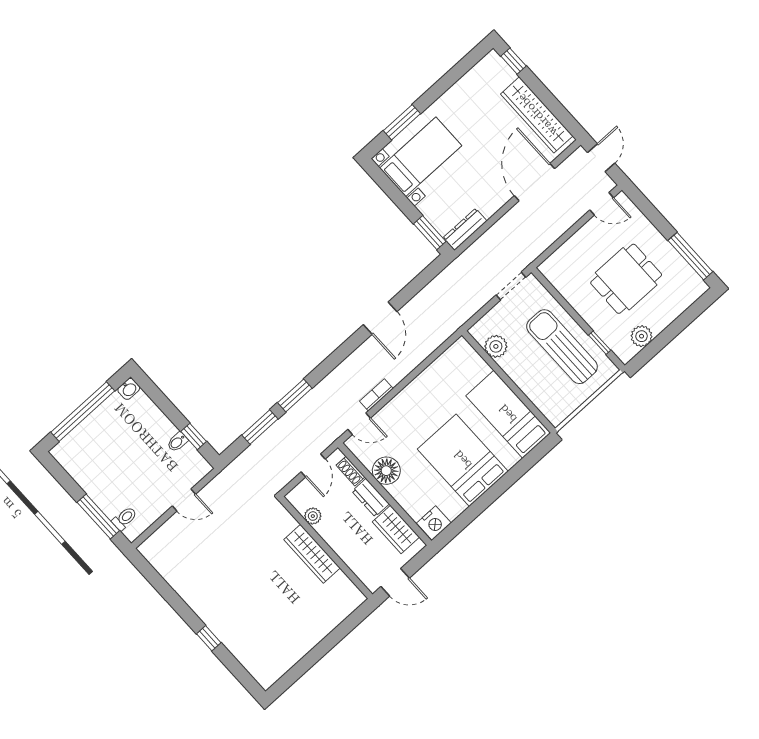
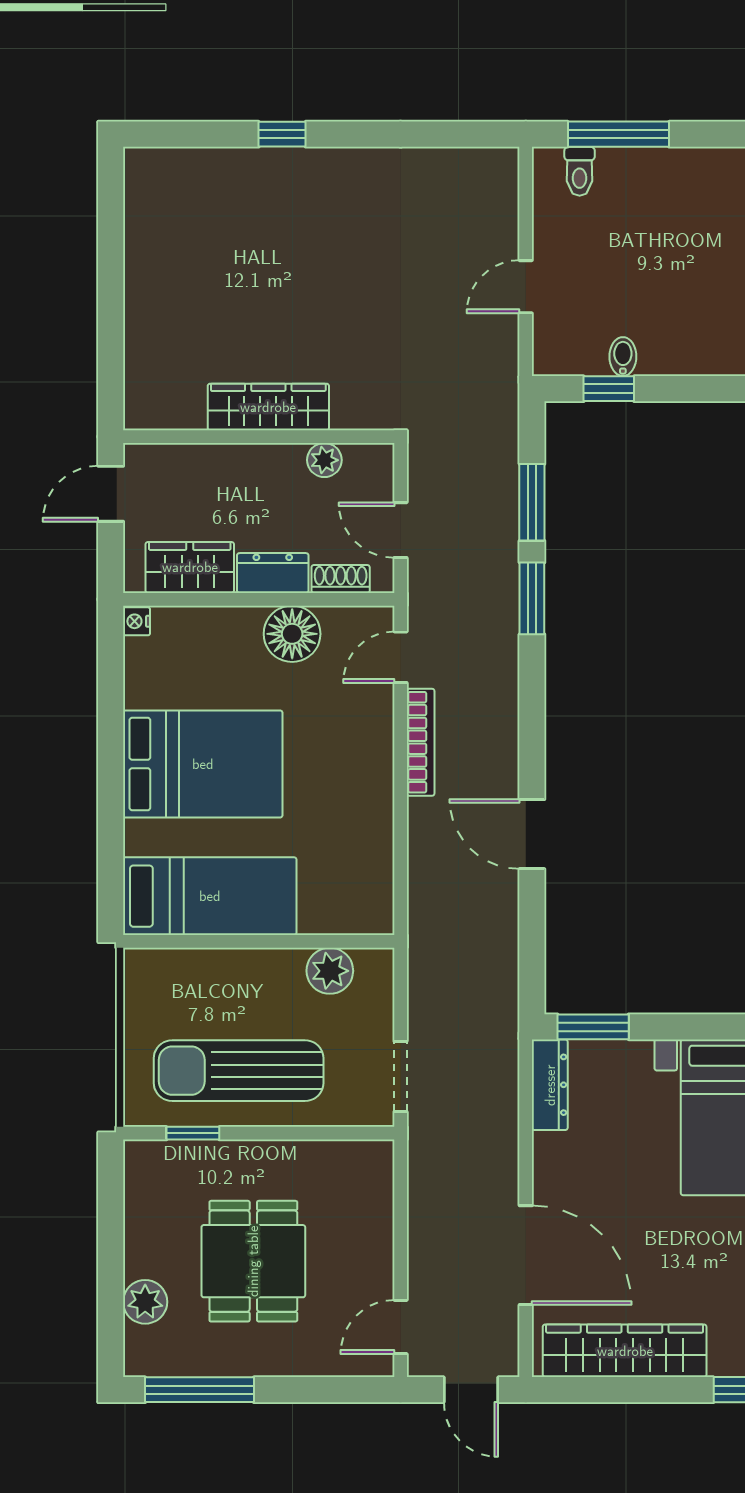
plant: (642, 336) -> (145, 1302), moved
sun lounger: (562, 347) -> (239, 1071), turned 180
bookcase: (376, 395) -> (421, 742), width x1.56
nightstand: (434, 523) -> (137, 621), width x0.53, depth x0.56

